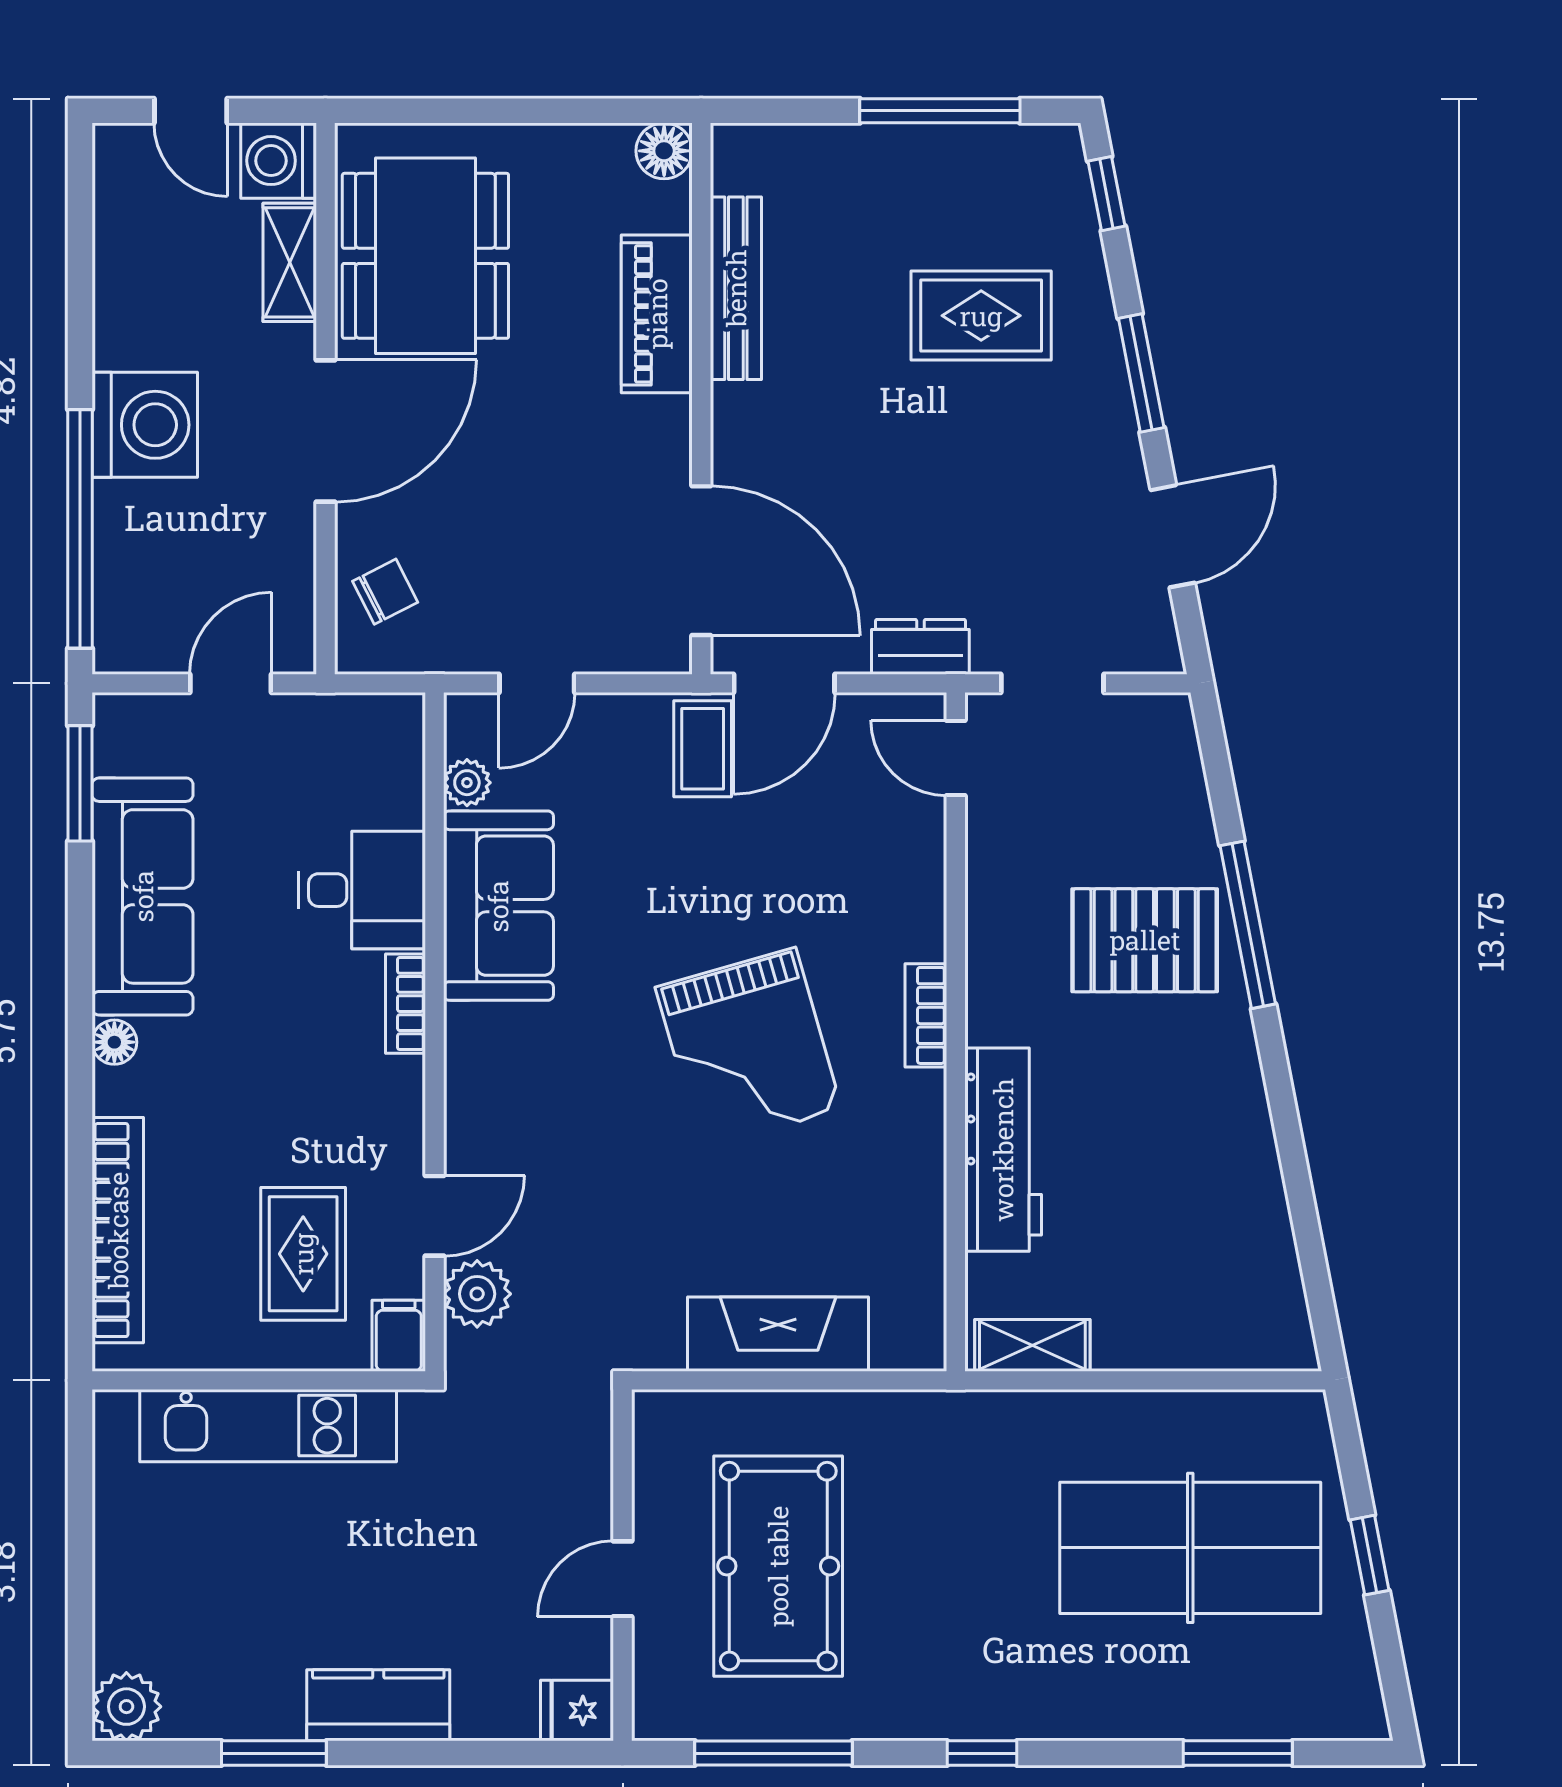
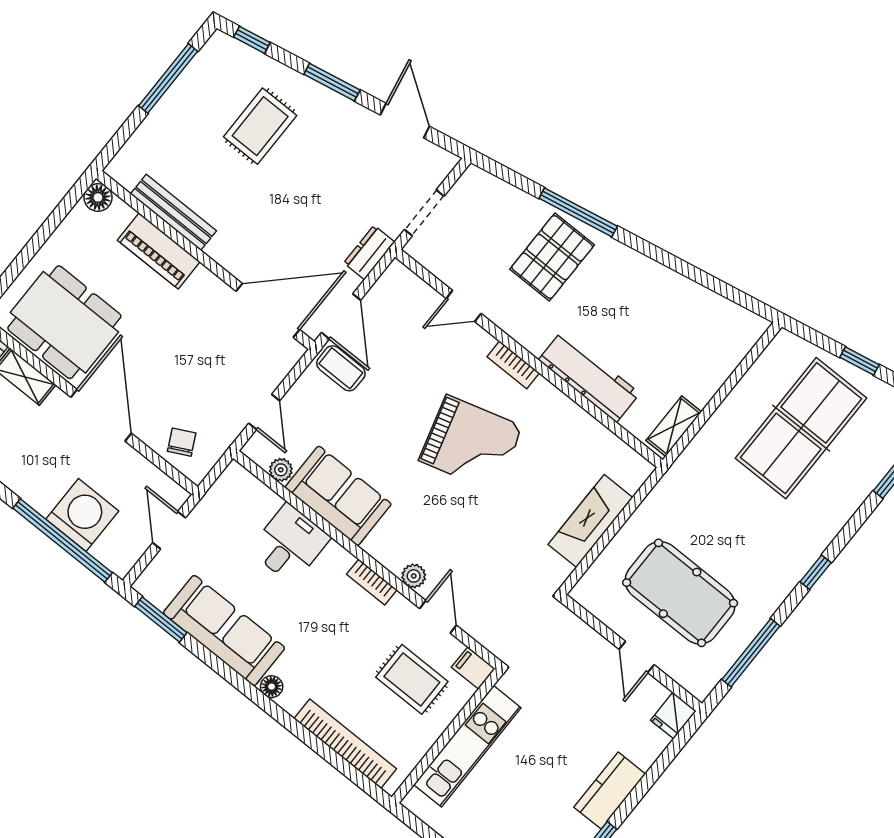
washing machine: (145, 425) -> (82, 515), moved
door: (956, 758) -> (464, 306), moved
bookcase: (406, 1004) -> (372, 582), moved
plant: (477, 1294) -> (414, 576), moved, width x0.73, depth x0.73

